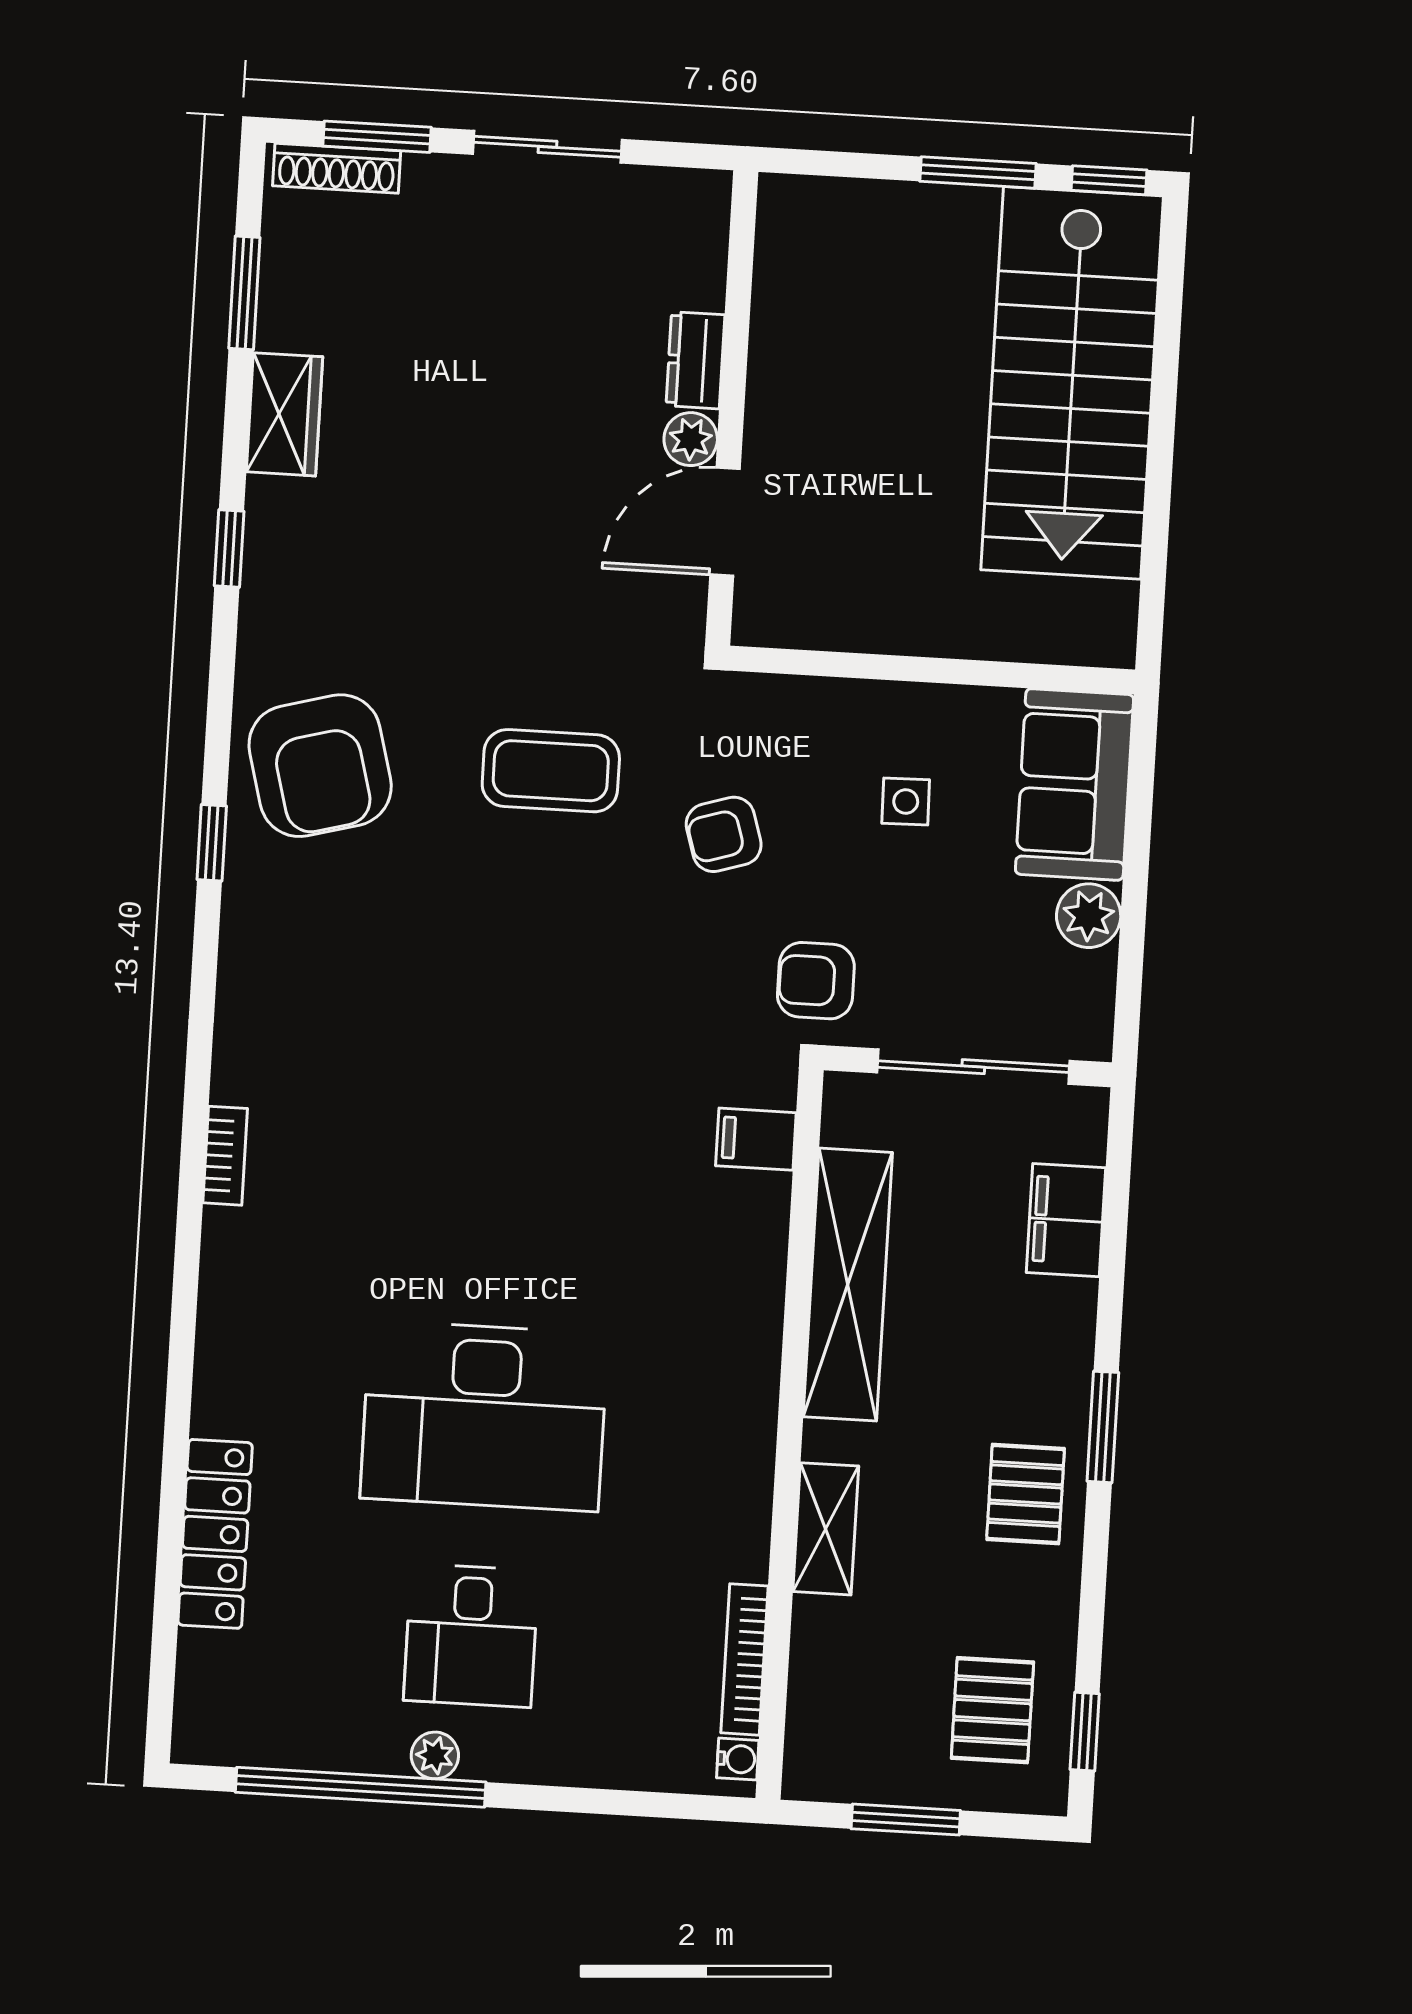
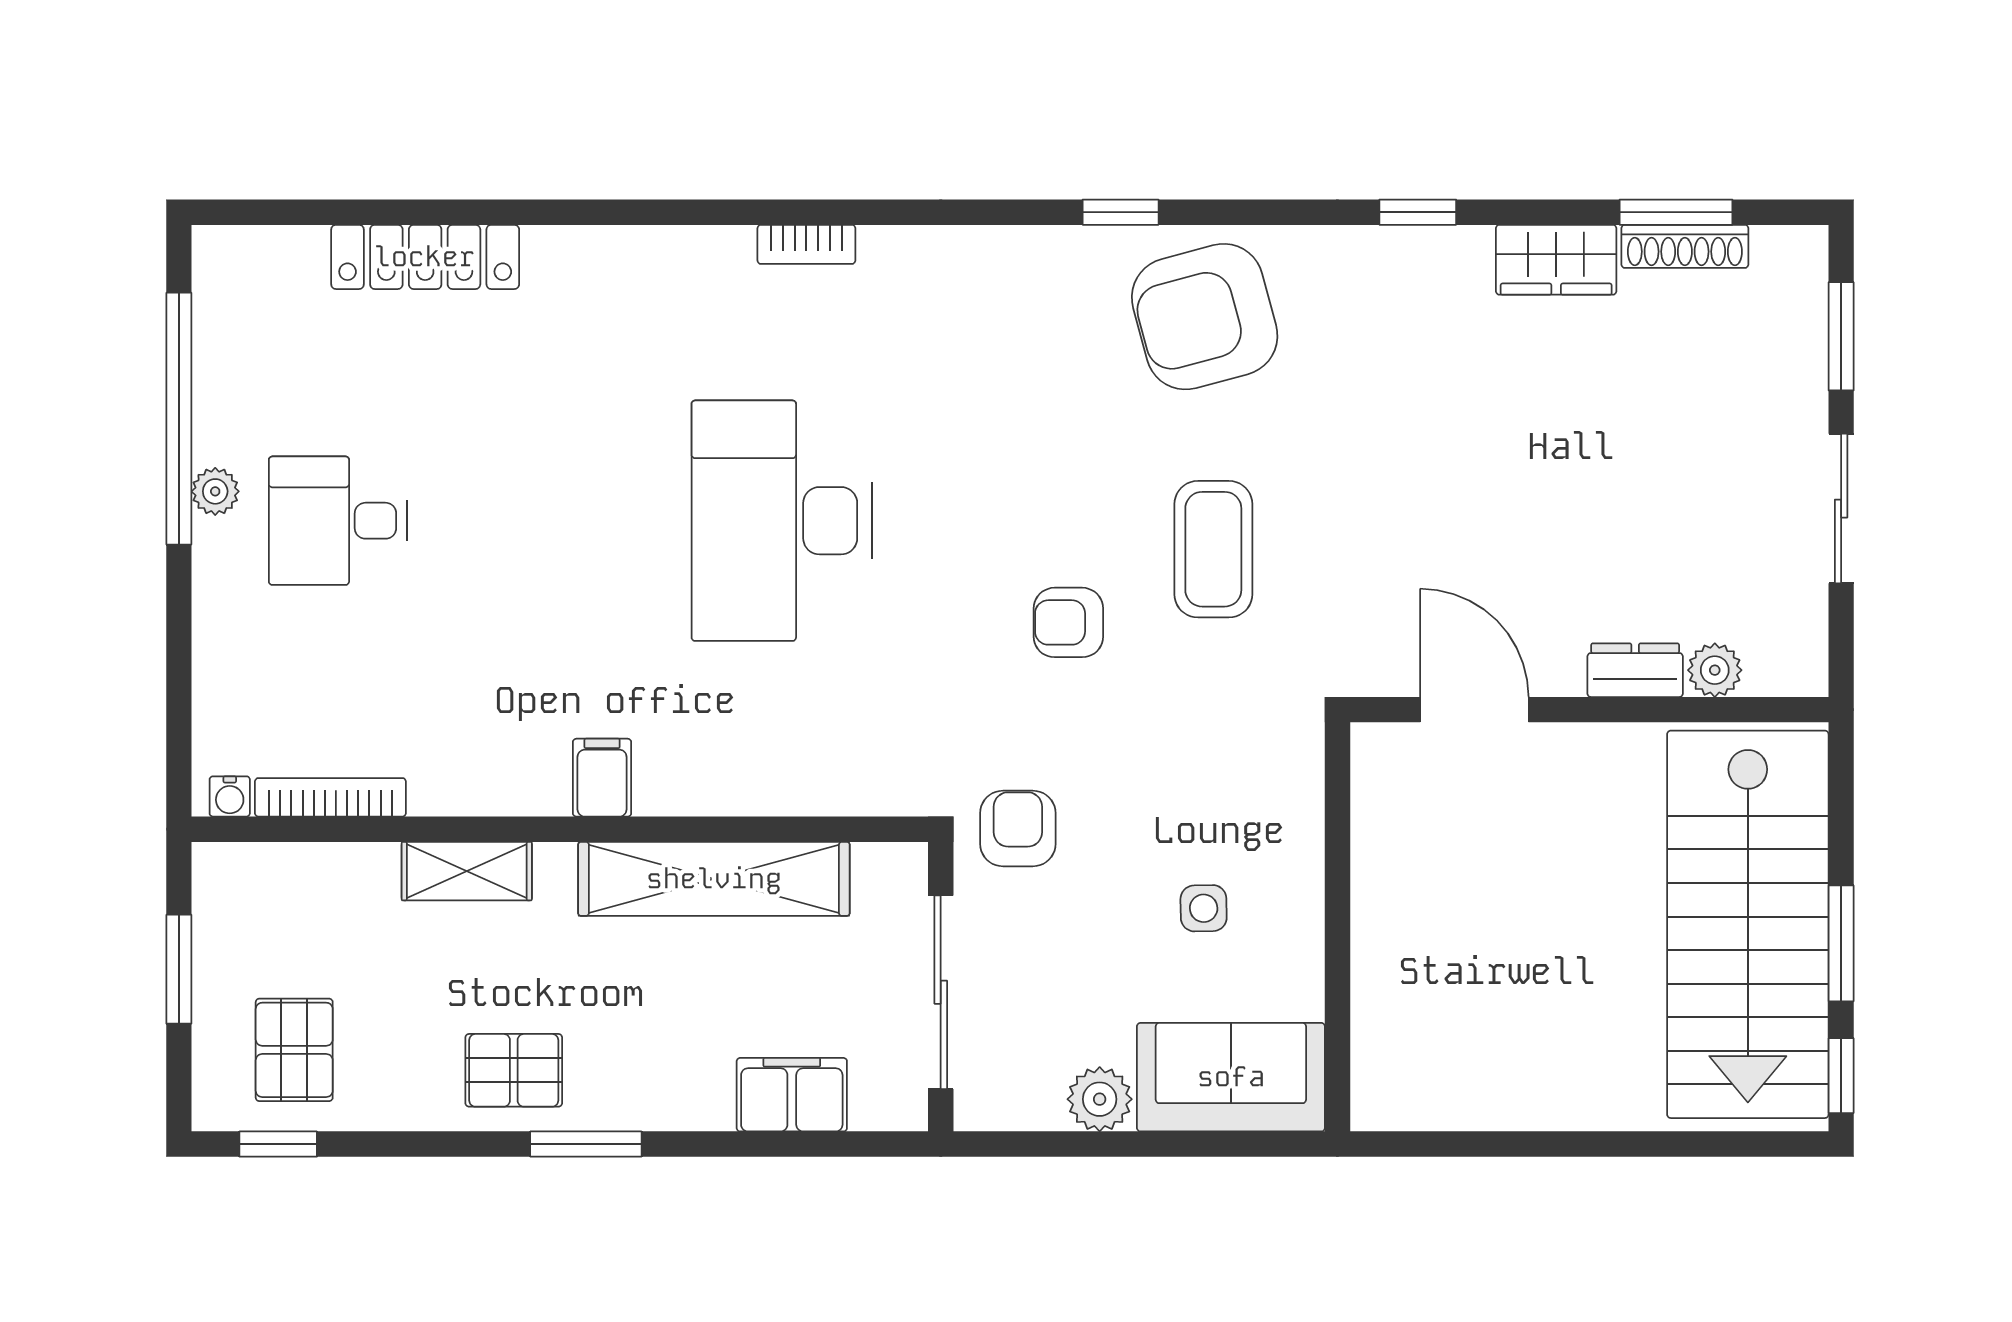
shoe rack: (337, 168) -> (1685, 246), moved, turned -90
stairs: (1072, 383) -> (1748, 924), moved, turned -90
plant: (691, 439) -> (1715, 670), moved
armchair: (724, 834) -> (1068, 622), moved, turned -73
filing cabinet: (756, 1139) -> (602, 778), moved
desk: (484, 1416) -> (782, 521), moved
pallet: (992, 1710) -> (294, 1050), turned 90

